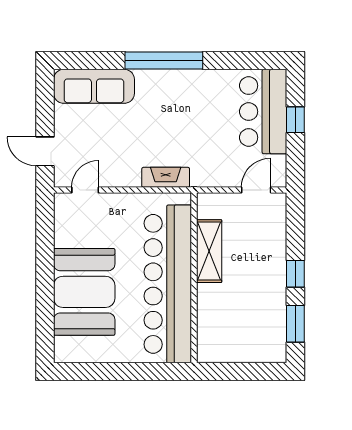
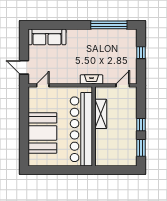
window: (164, 61) -> (109, 25), moved
bar counter: (263, 112) -> (126, 49), removed
fireplace: (166, 177) -> (92, 79), moved

